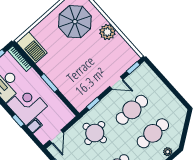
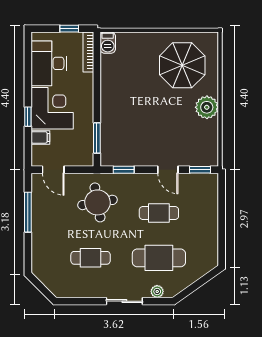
barbecue: (32, 48) -> (108, 43), width x0.53, depth x0.65
window: (49, 83) -> (97, 138), moved
cafe table: (132, 110) -> (159, 213), width x0.73, depth x0.74
door: (56, 137) -> (53, 170), hinge flipped

